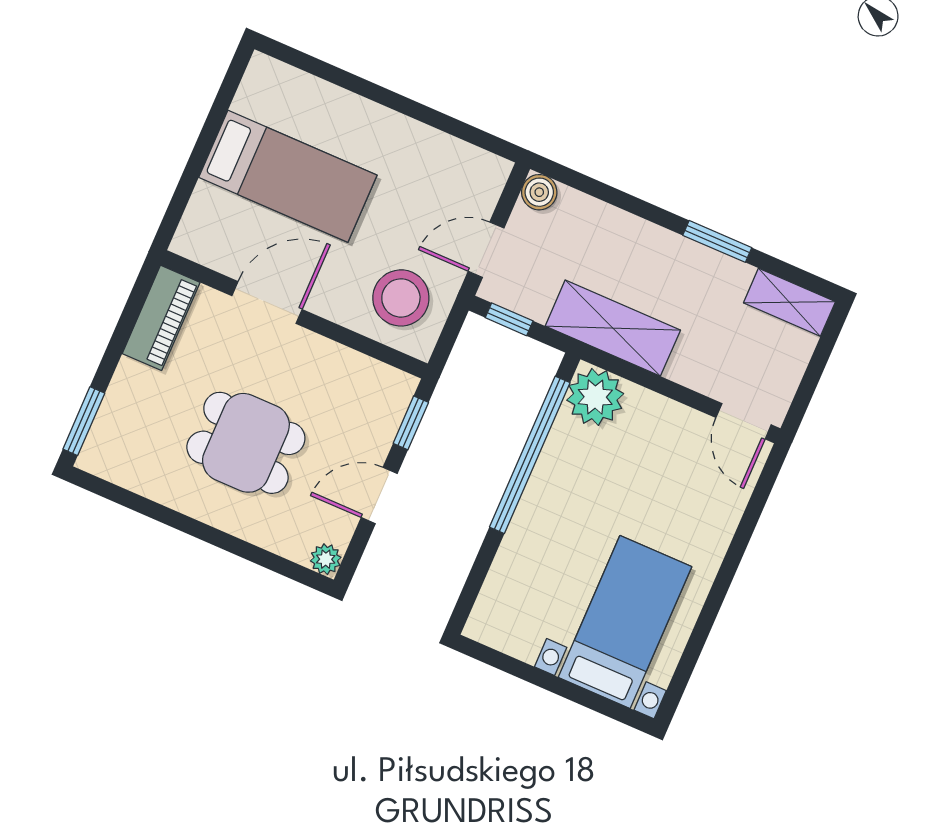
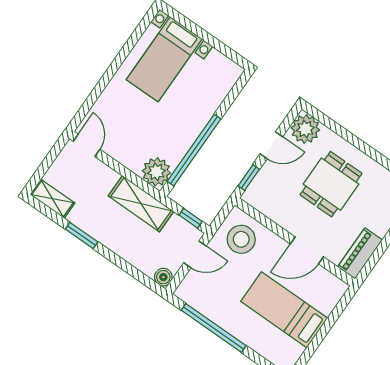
window: (420, 112) -> (214, 328), added
dining table: (246, 443) -> (331, 184), turned 90
plant: (326, 559) -> (305, 129), width x1.87, depth x1.87

